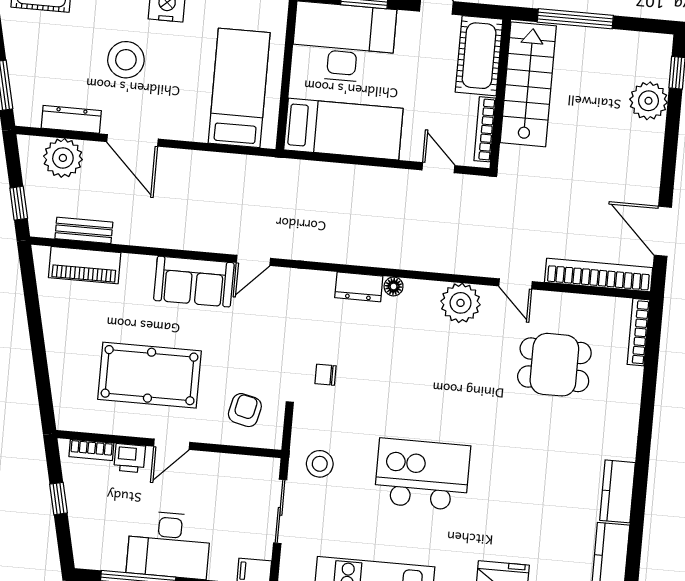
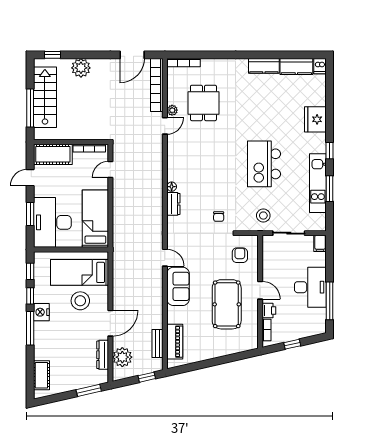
stool: (126, 60) -> (80, 301), moved
stairs: (528, 84) -> (45, 97), moved, turned 90
plant: (649, 101) -> (81, 68), moved
plant: (461, 303) -> (172, 110), moved, width x0.53, depth x0.53
armchair: (245, 410) -> (240, 255), turned 77

